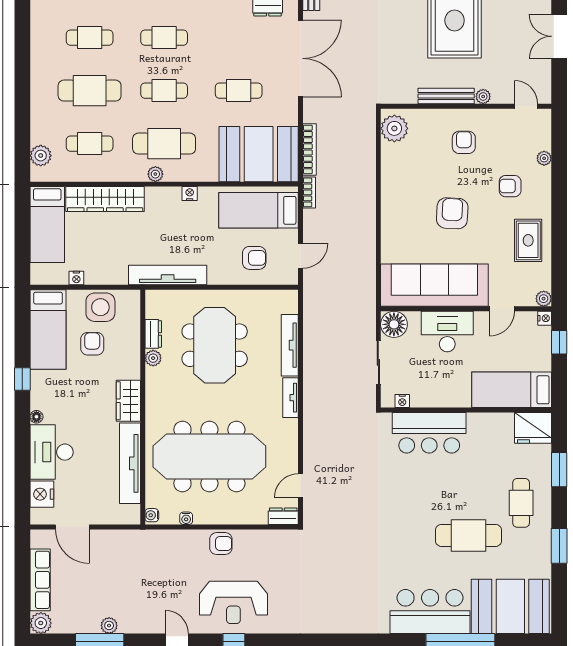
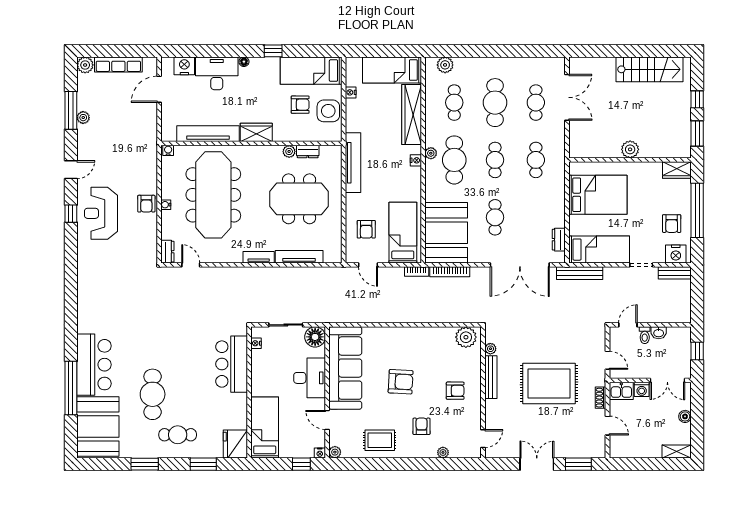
plant: (483, 96) -> (490, 349), moved
nightstand: (190, 193) -> (416, 160), moved
water cooler: (186, 518) -> (166, 205), moved

